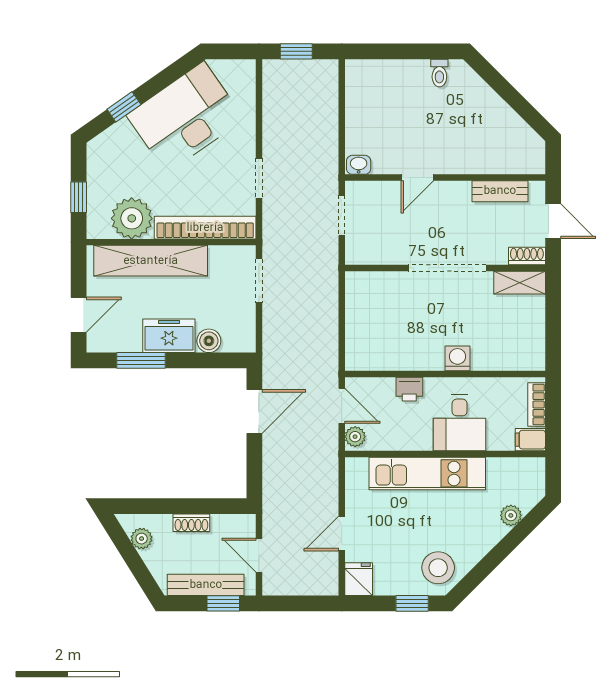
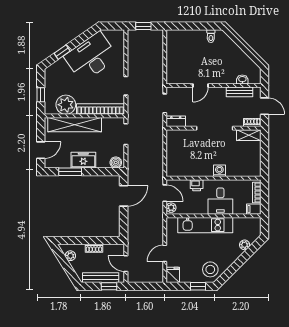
washbasin: (359, 165) -> (242, 79), moved
dresser: (365, 254) -> (176, 121), added
boiler: (209, 341) -> (116, 162), moved

